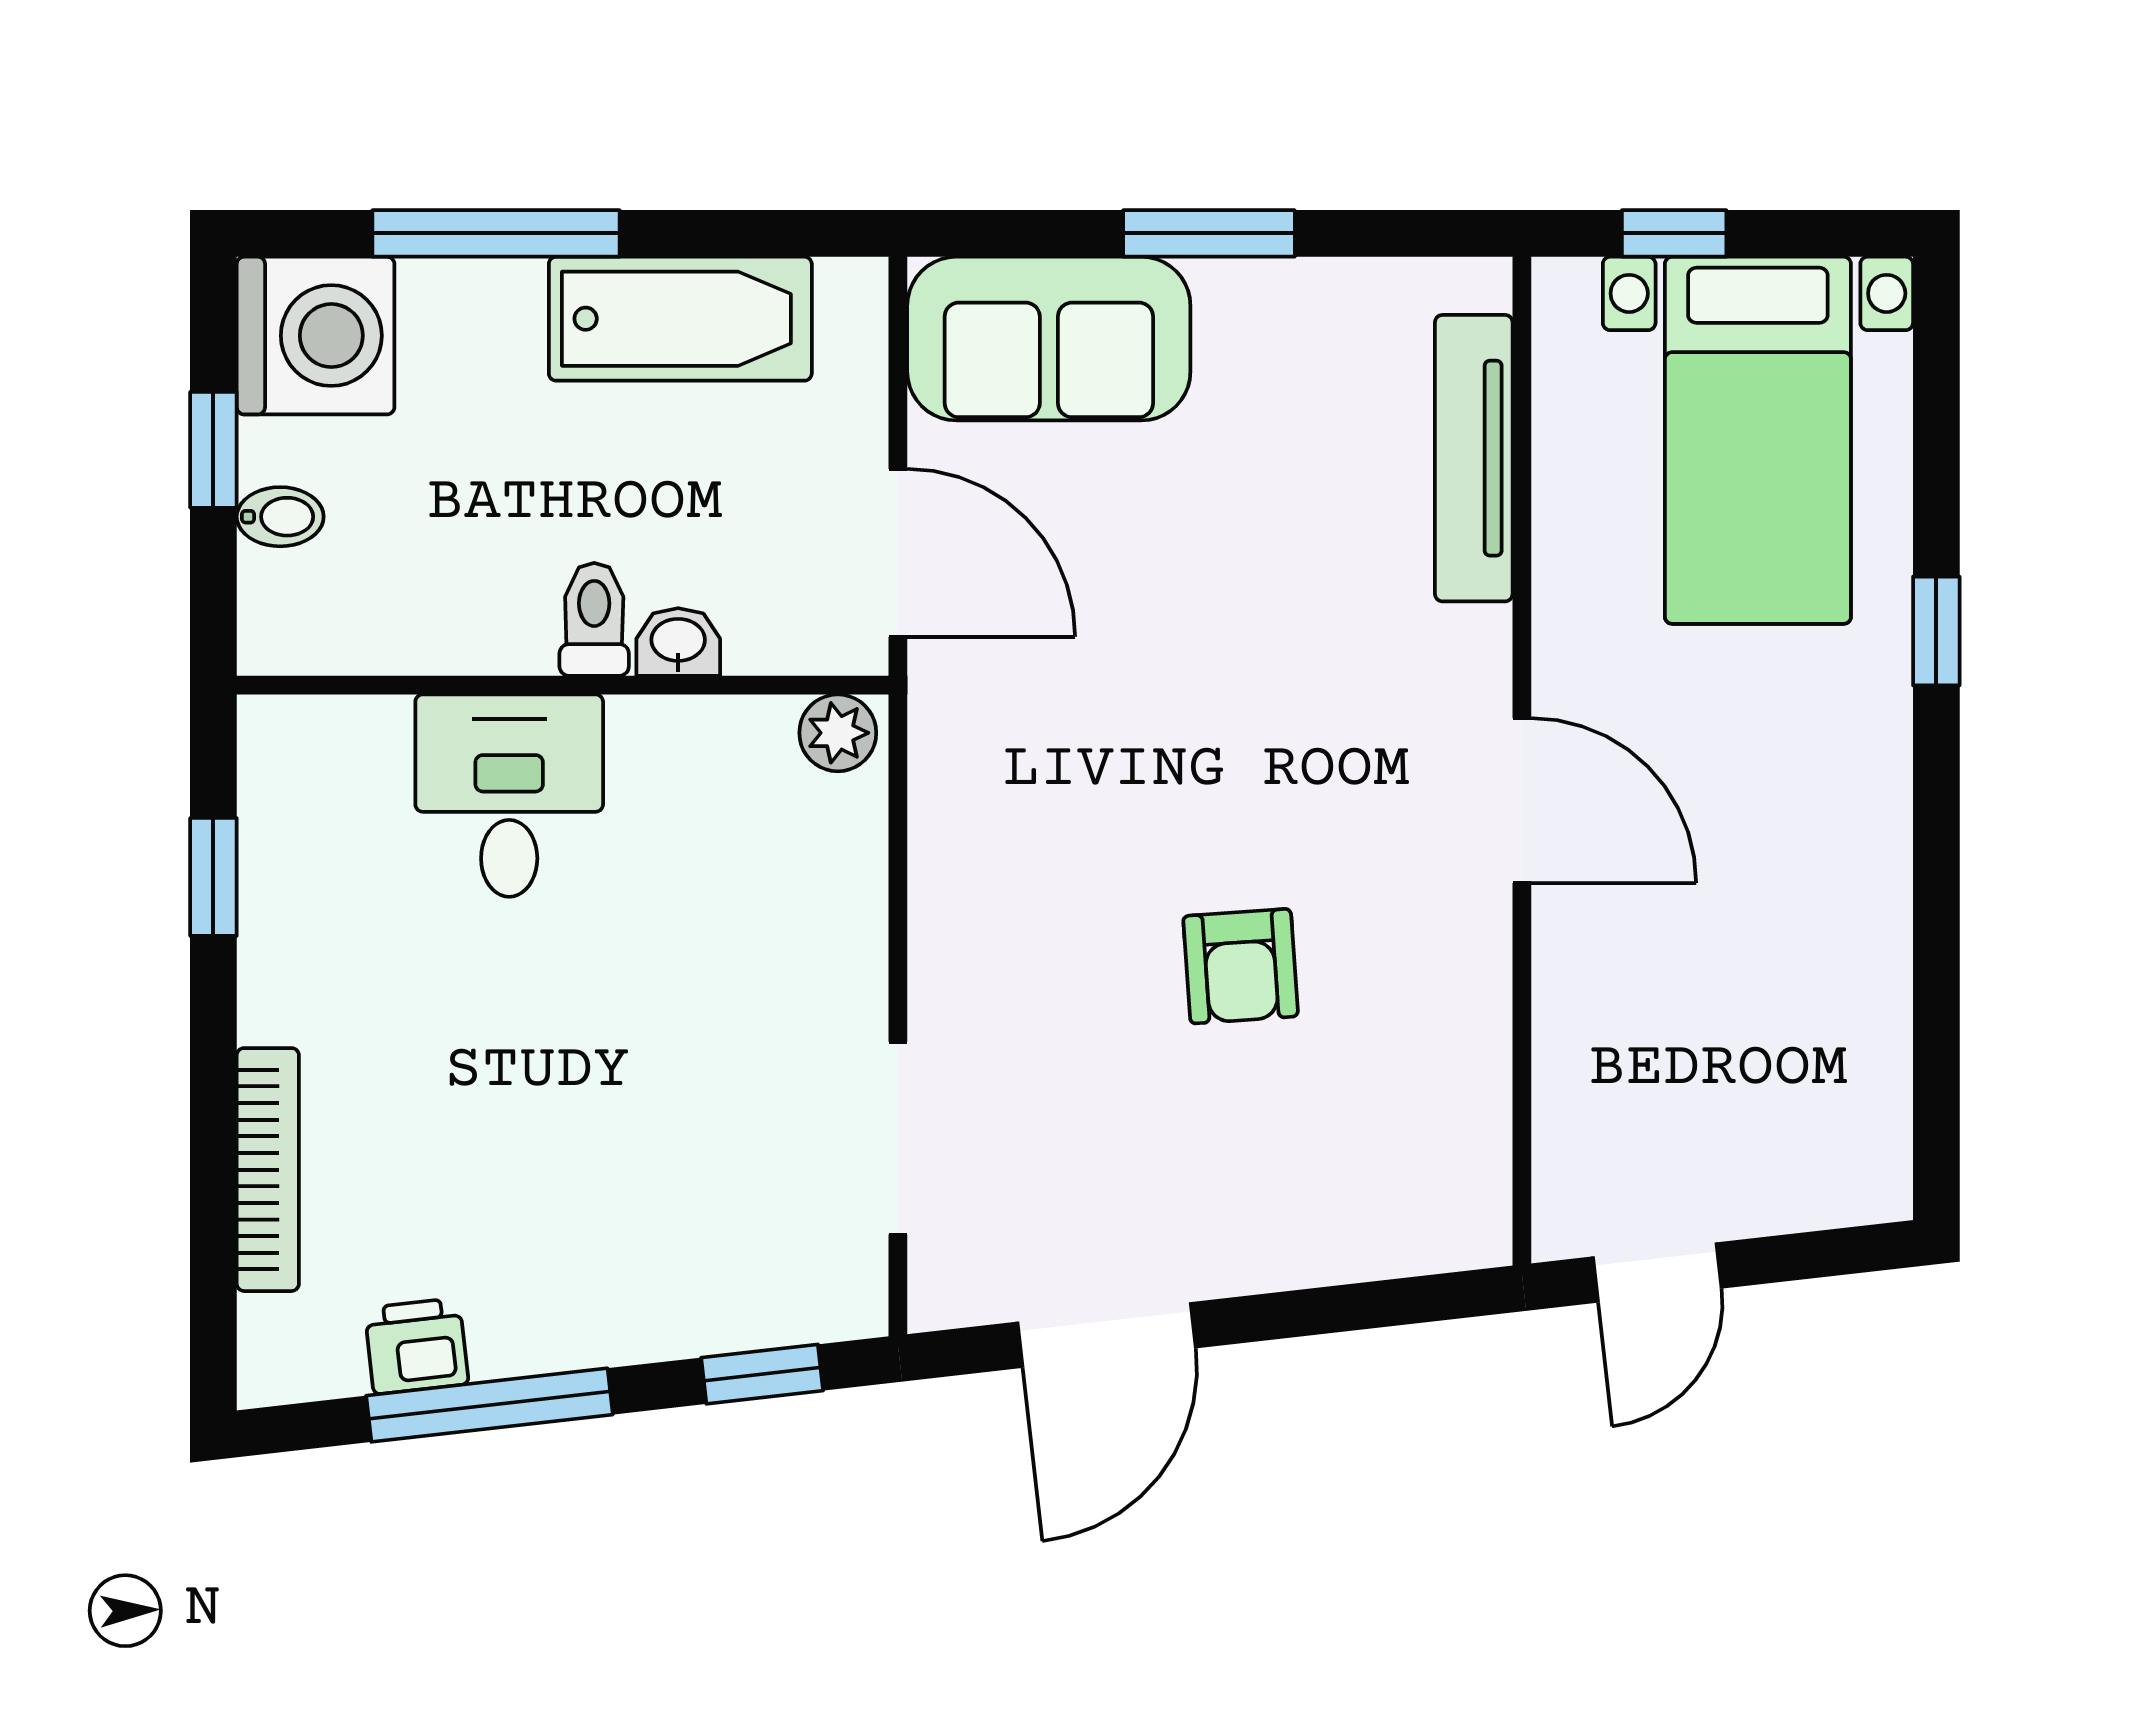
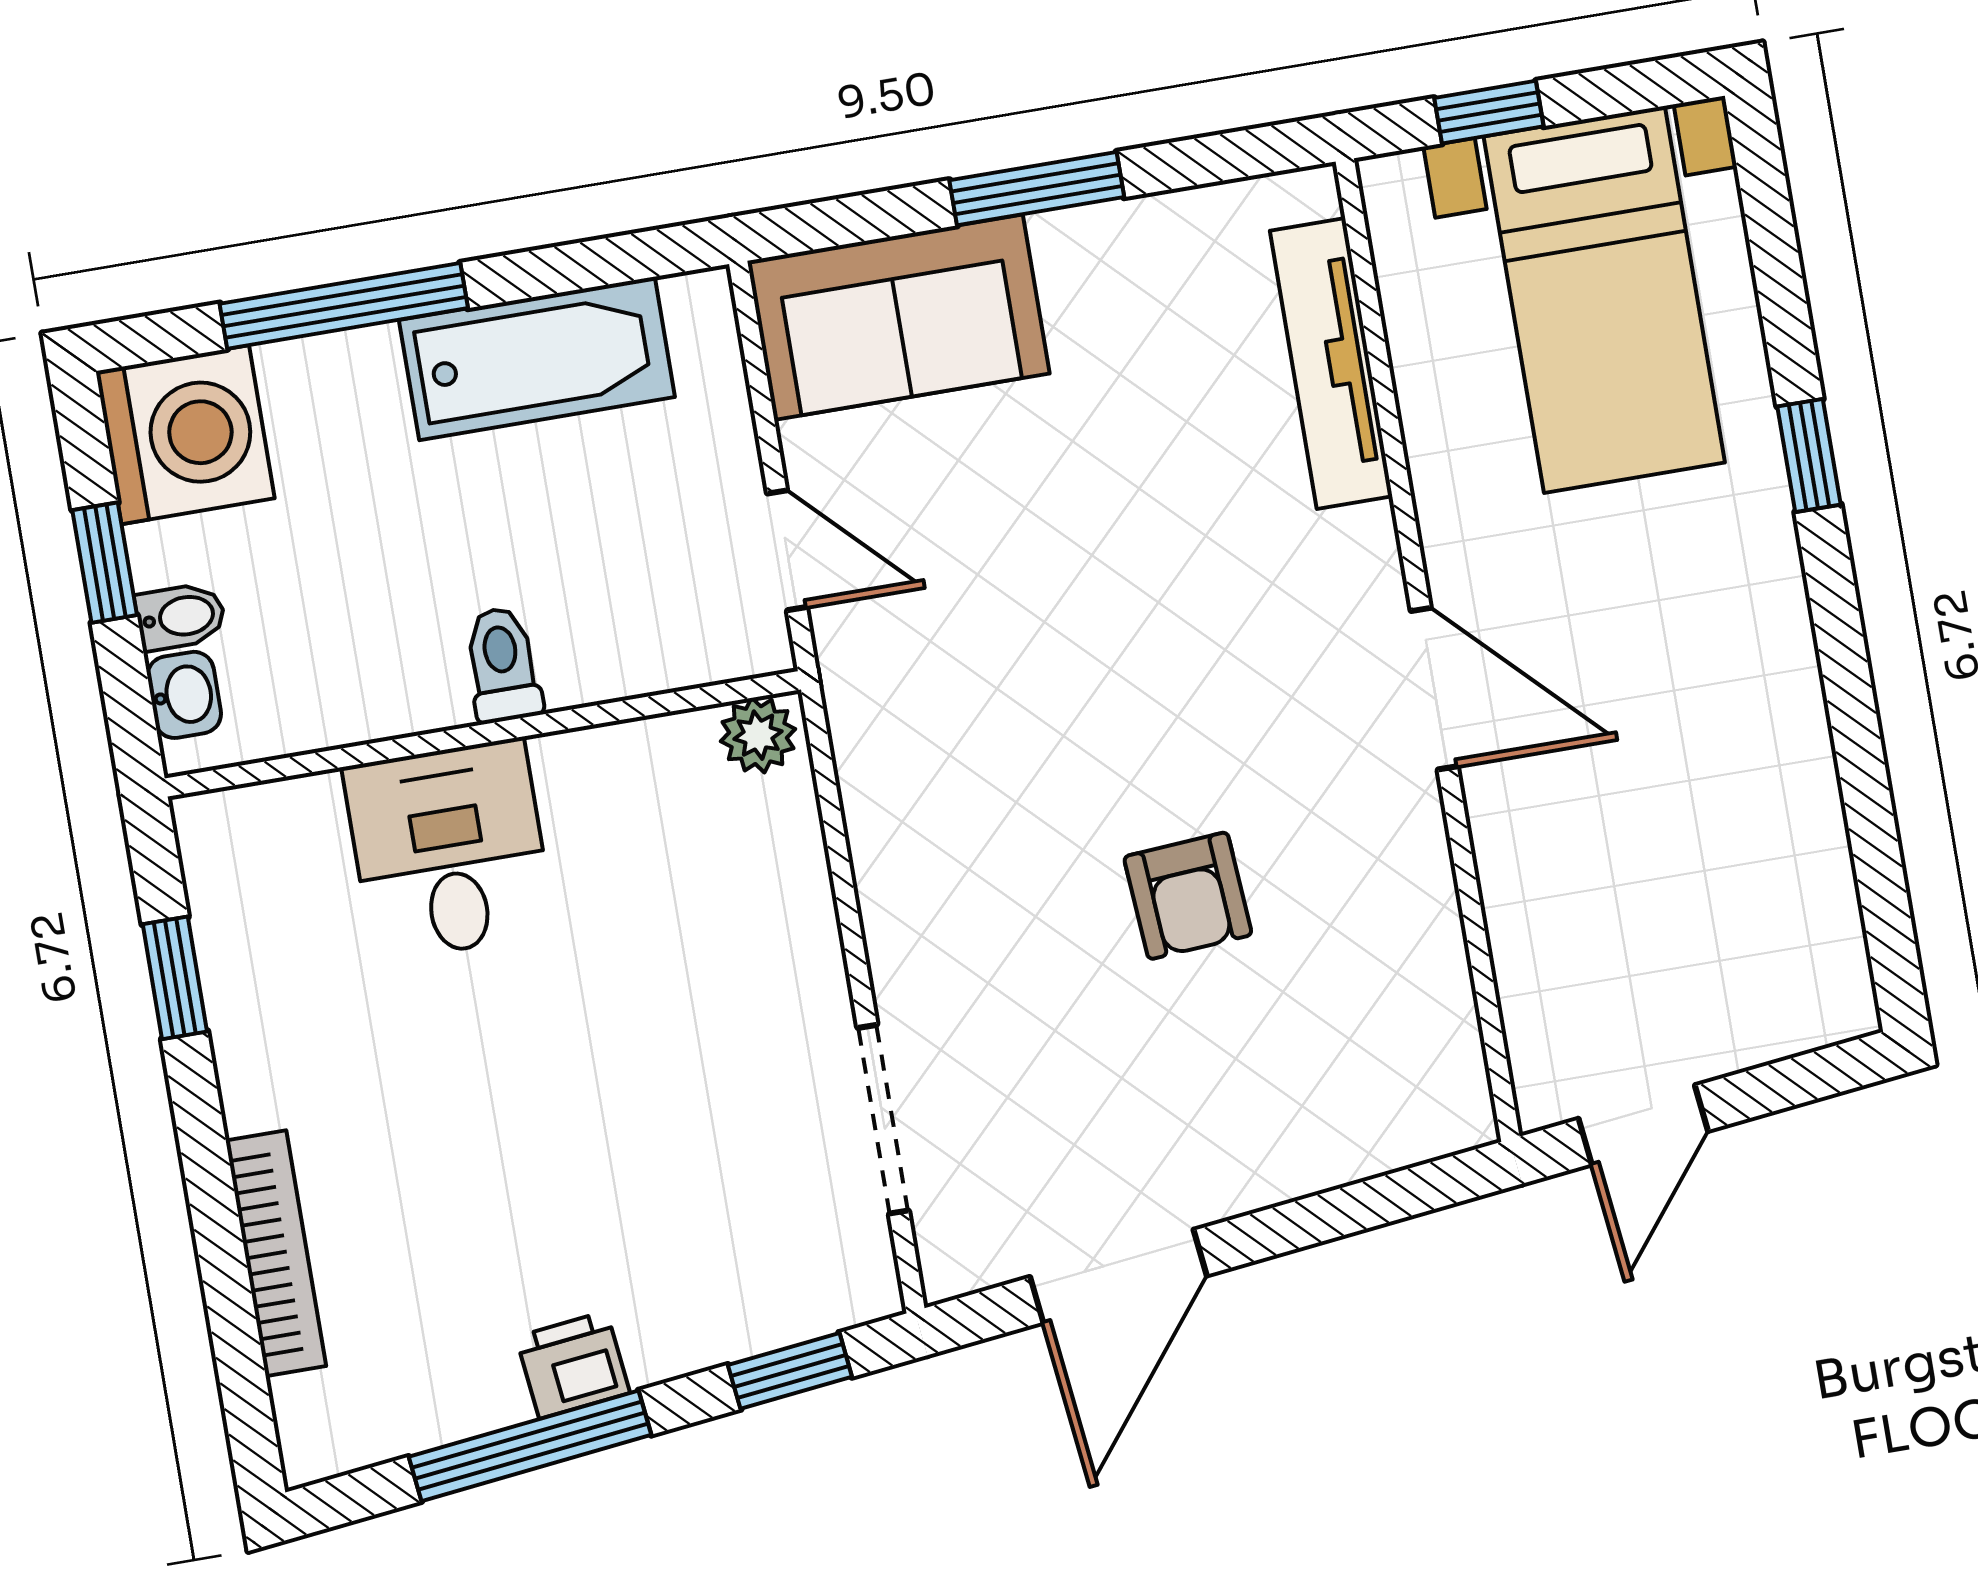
door: (898, 553) -> (787, 550), width x0.73
washbasin: (678, 642) -> (184, 695), moved, turned 90
printer: (417, 1346) -> (573, 1365), moved

